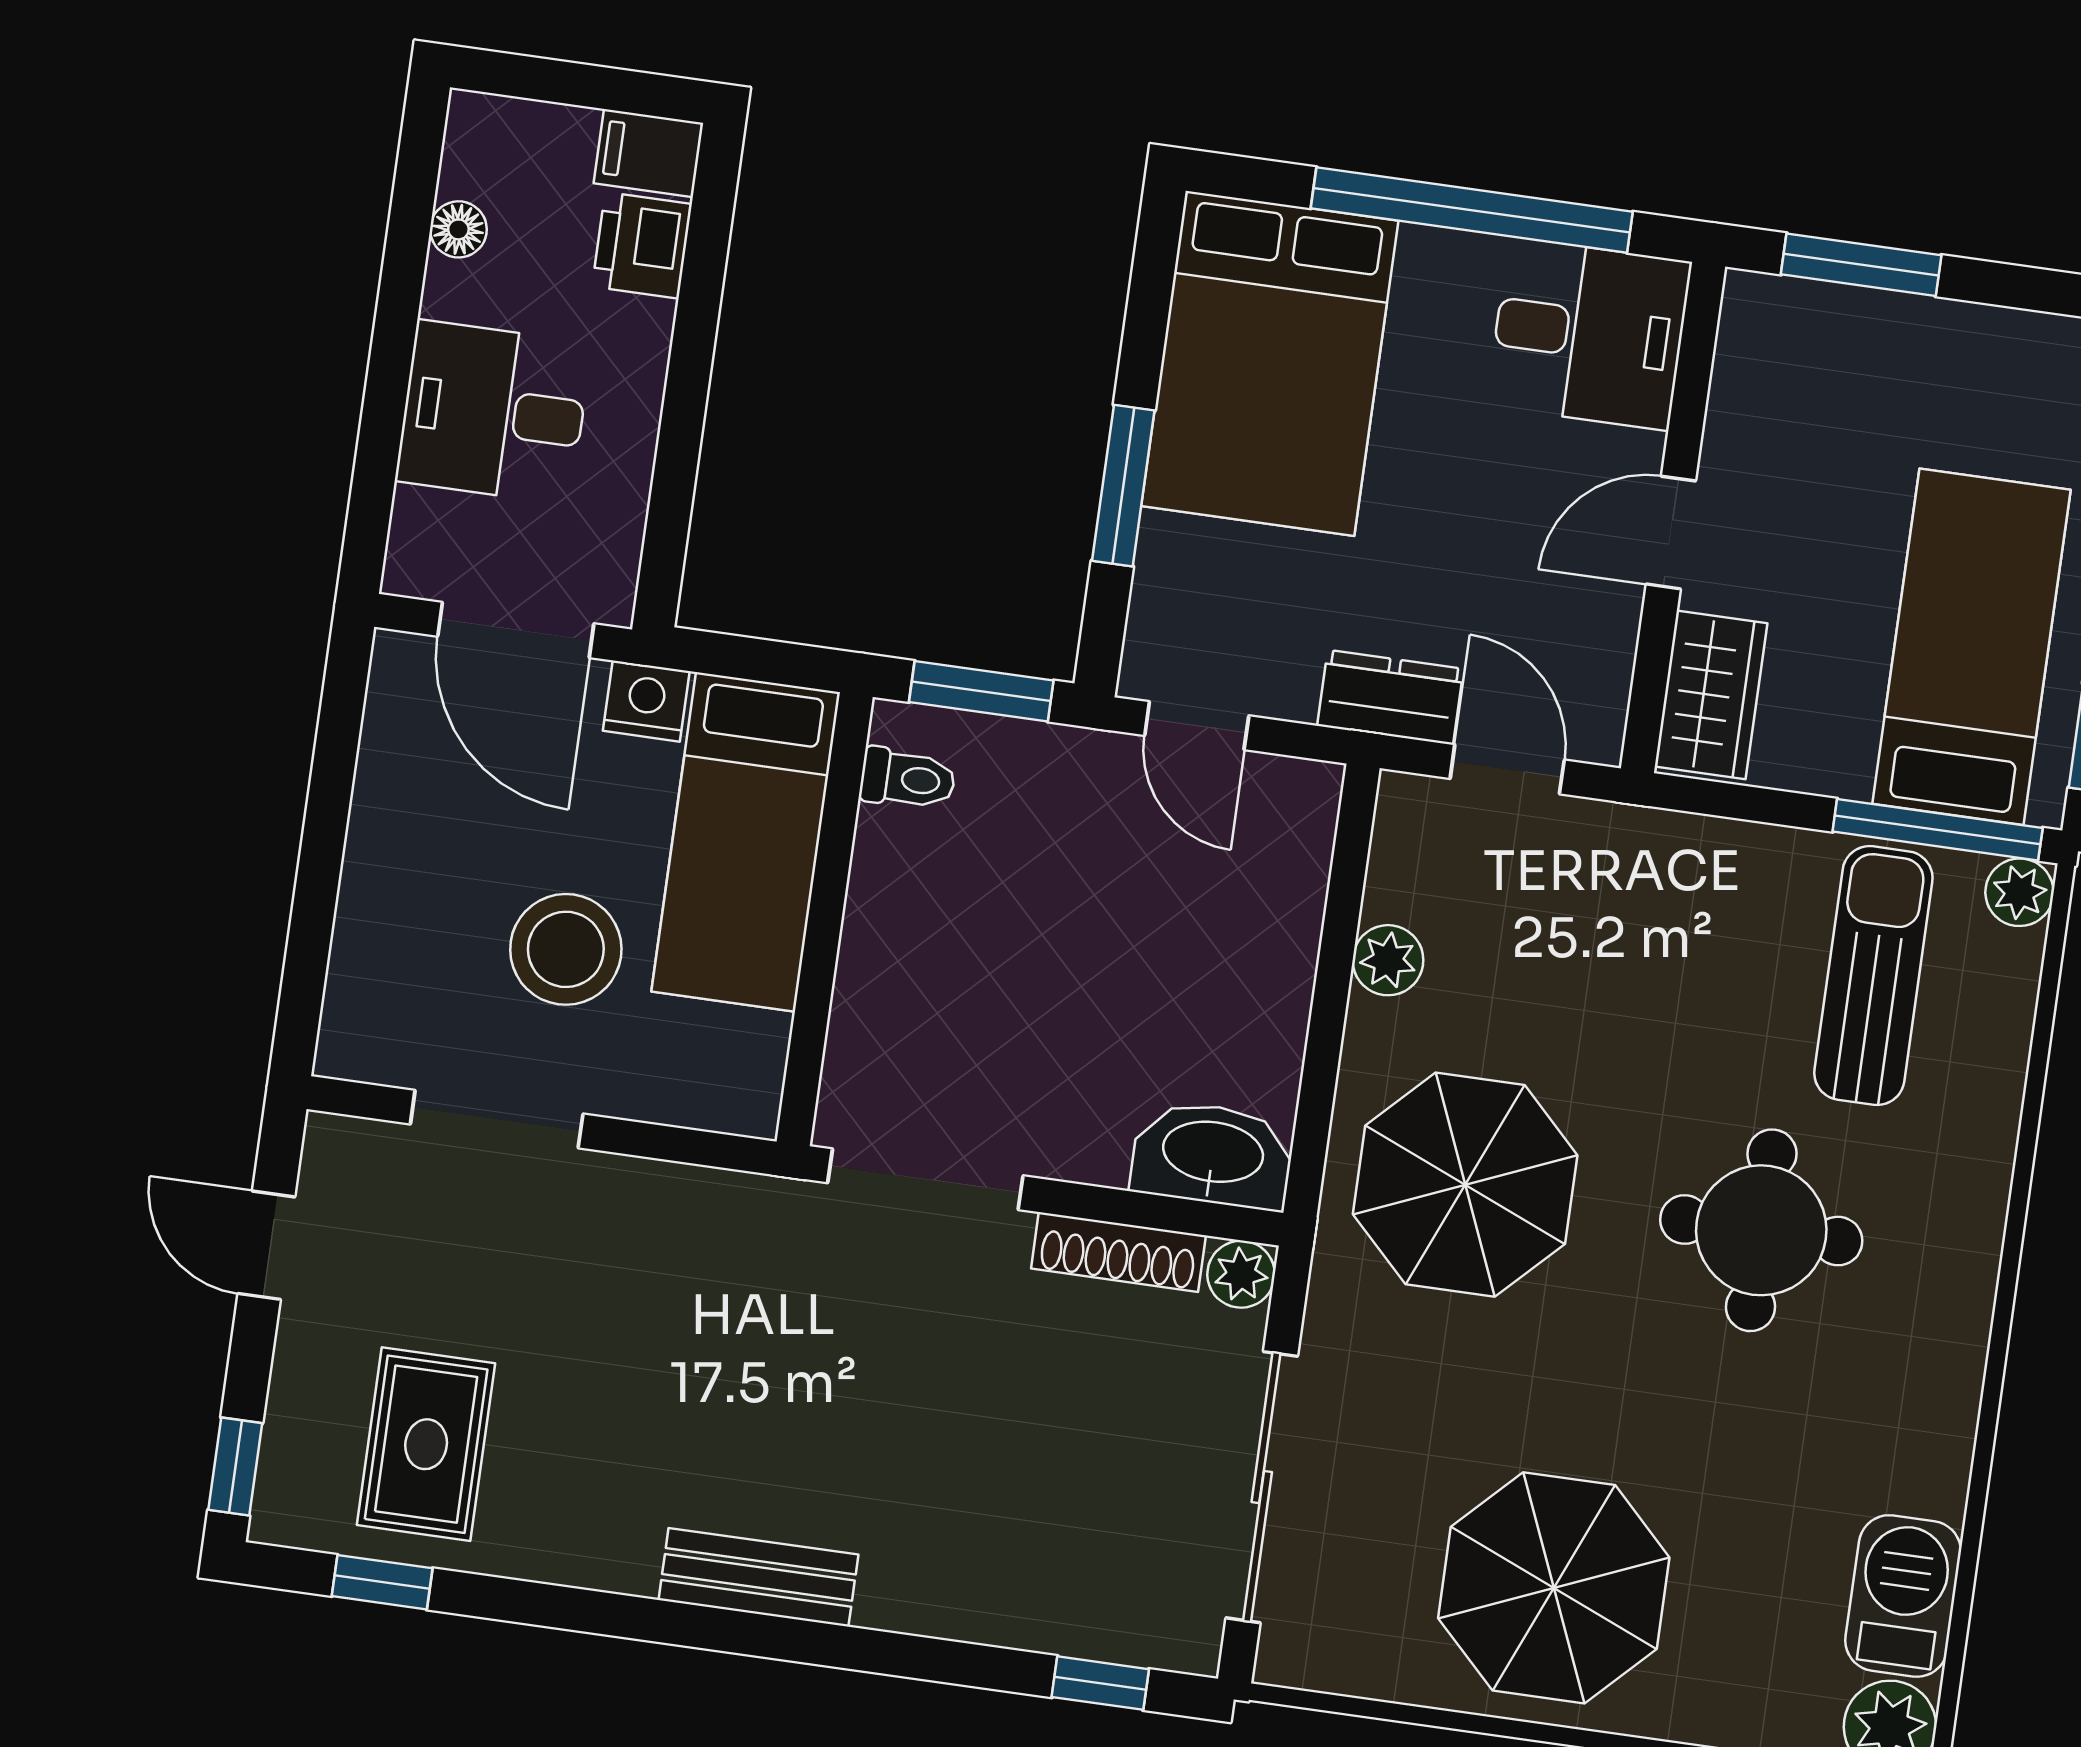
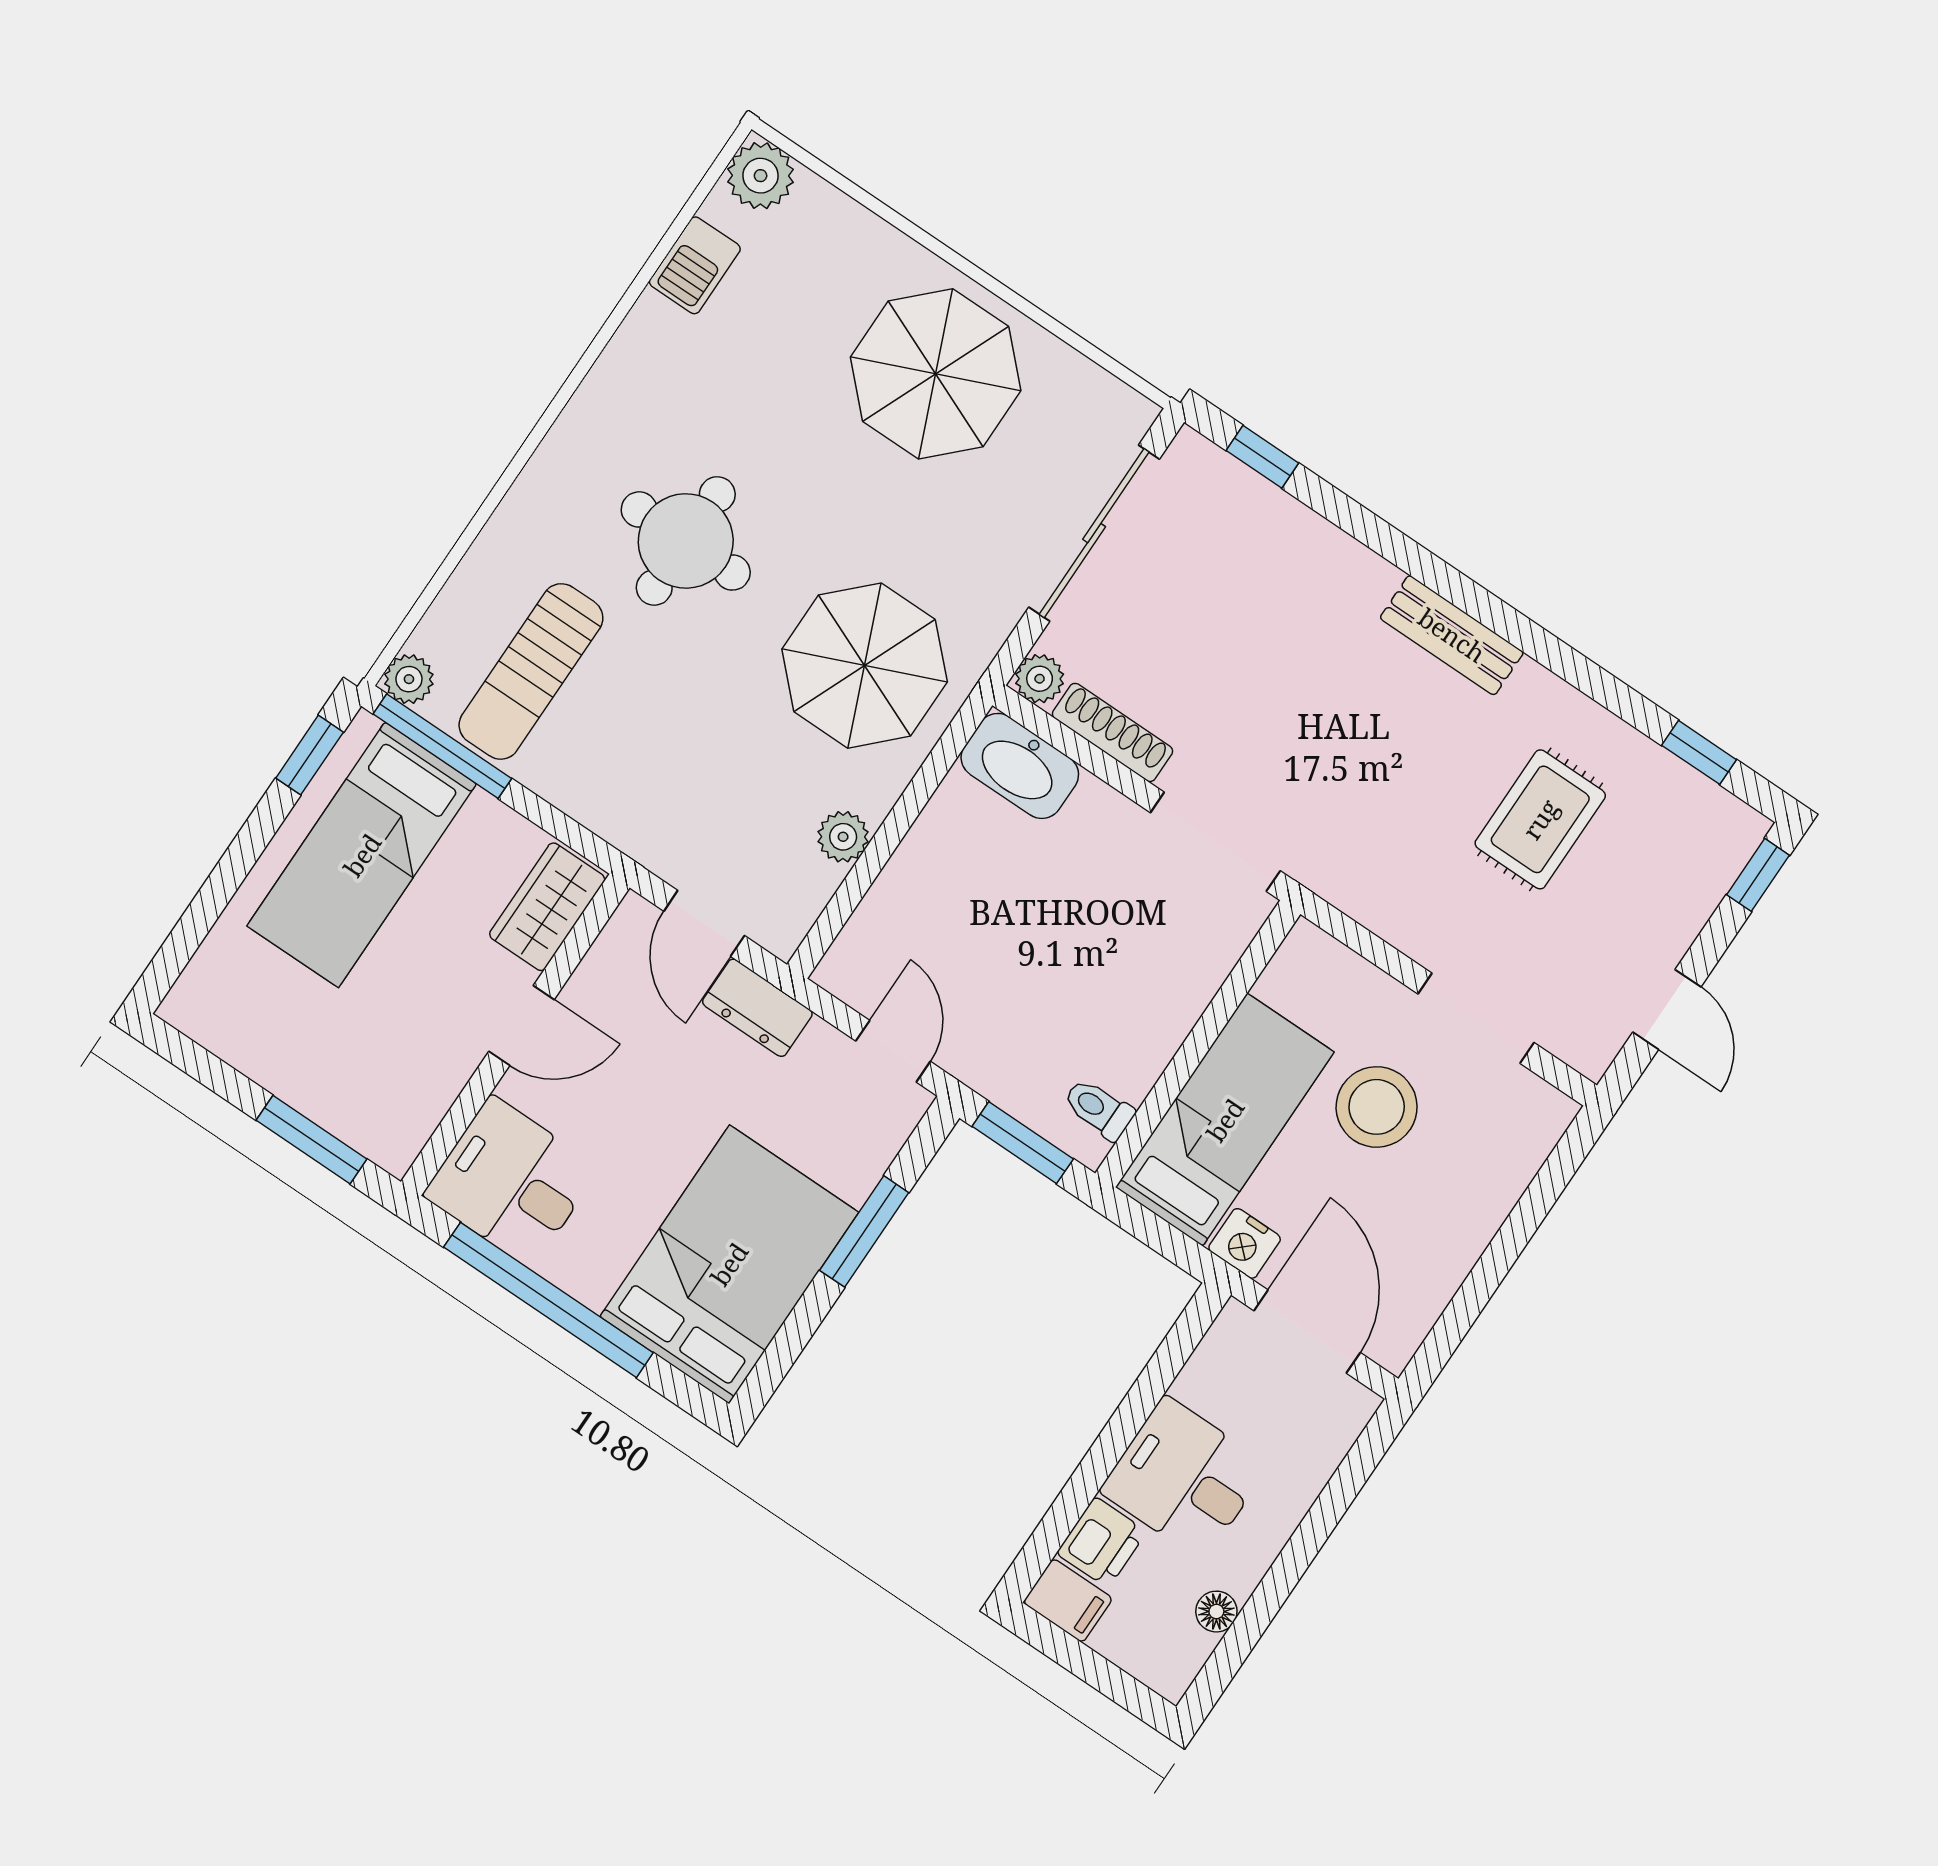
desk: (494, 412) -> (1184, 1478), moved, turned 180
rug: (426, 1444) -> (1540, 819), moved
barbecue: (1903, 1596) -> (695, 265), width x0.73, depth x0.79

